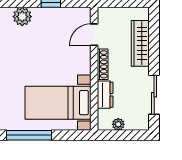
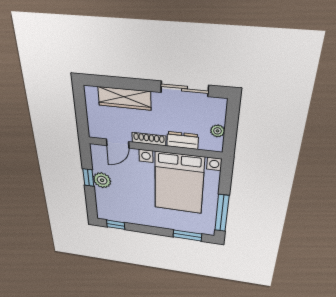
plant: (22, 17) -> (102, 180), moved
door: (94, 35) -> (118, 144), hinge flipped
bed with nightstands: (58, 103) -> (179, 183), width x1.36

